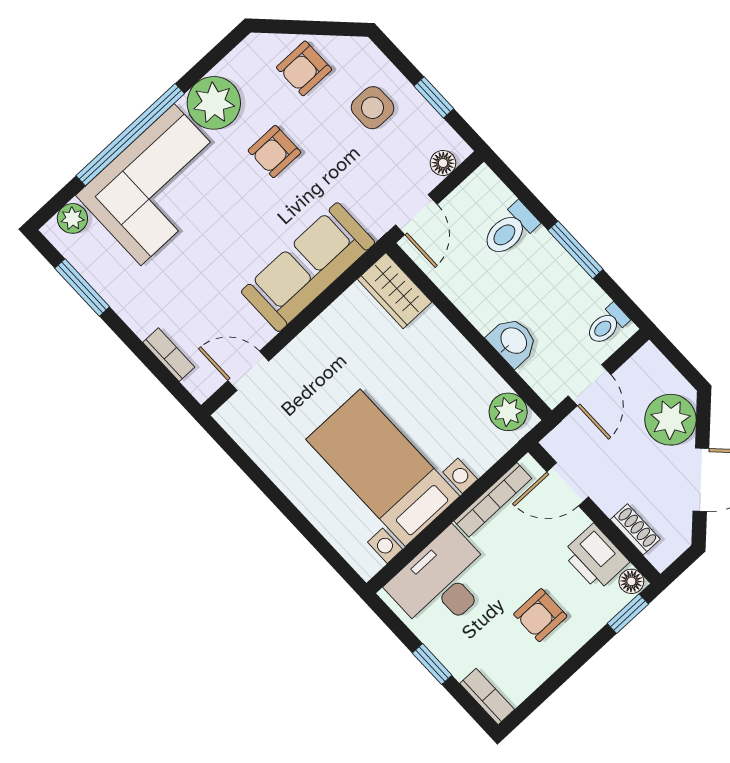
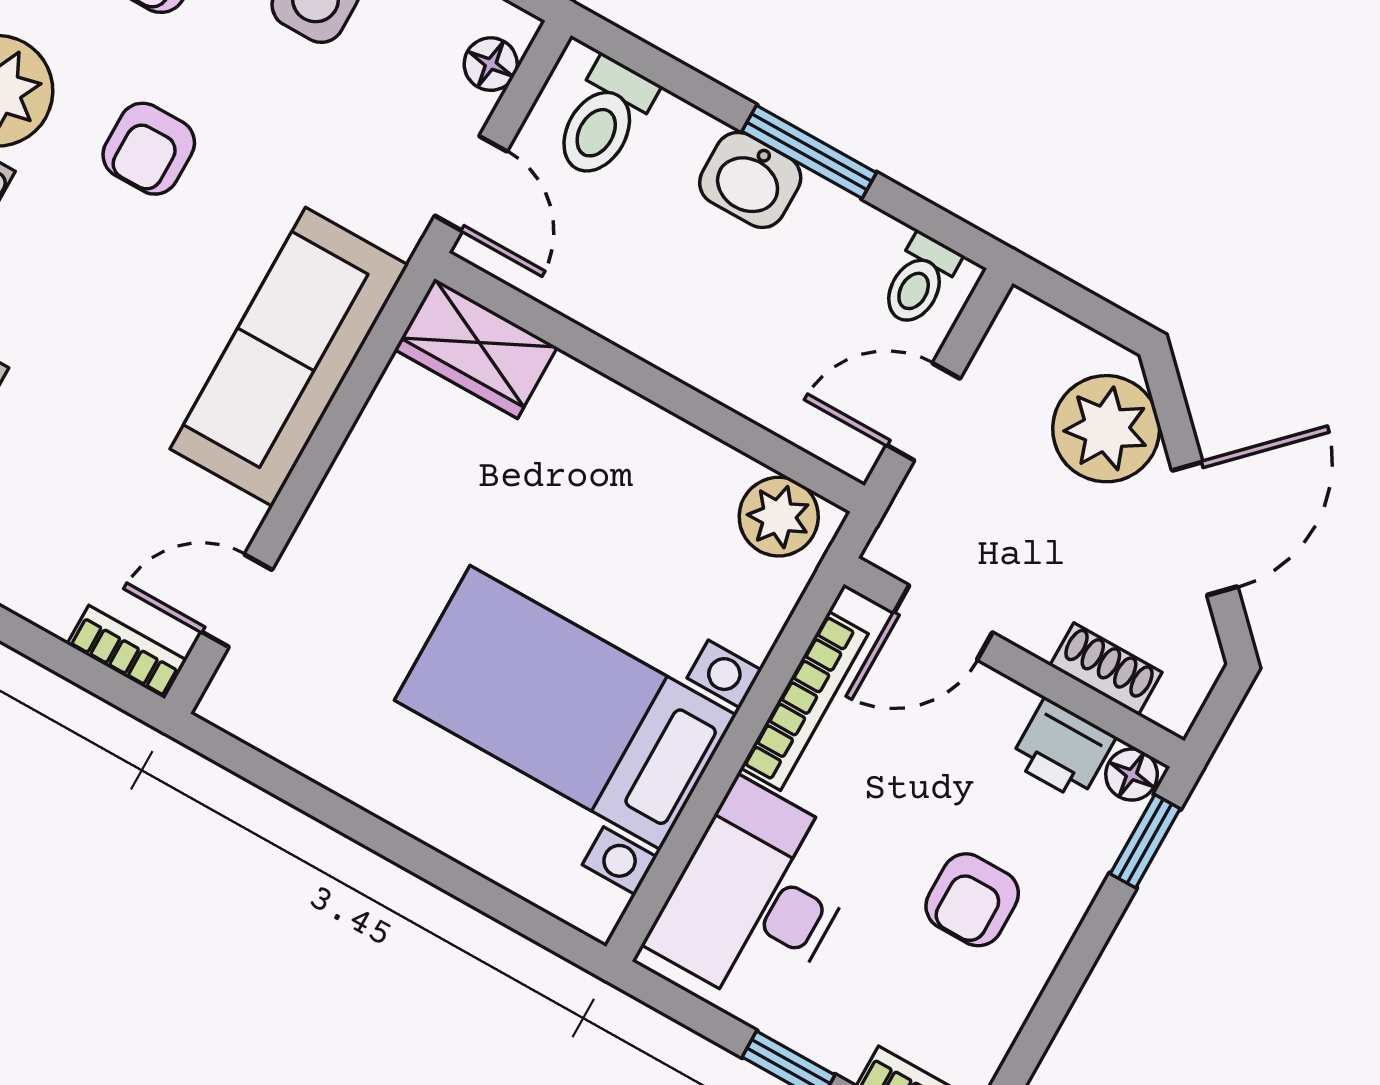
toilet: (510, 230) -> (604, 119), moved
washbasin: (513, 341) -> (750, 180), moved, turned 180
bookcase: (169, 355) -> (127, 652), moved
door: (589, 385) -> (923, 412), swing flipped
printer: (596, 557) -> (1063, 749), width x0.73, depth x0.81

